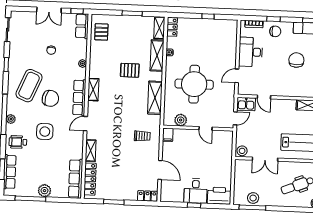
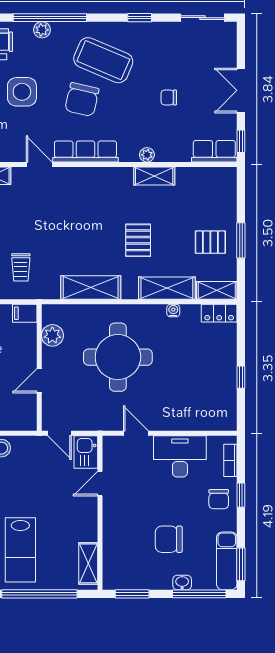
pallet: (101, 32) -> (210, 242), moved
chair: (296, 60) -> (169, 539), turned 180
shelving: (93, 90) -> (154, 176), moved

